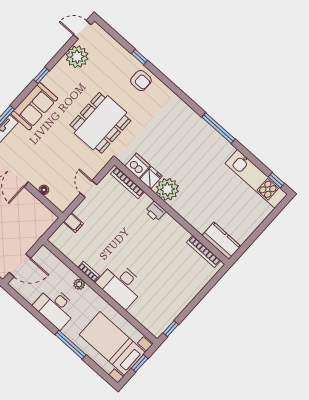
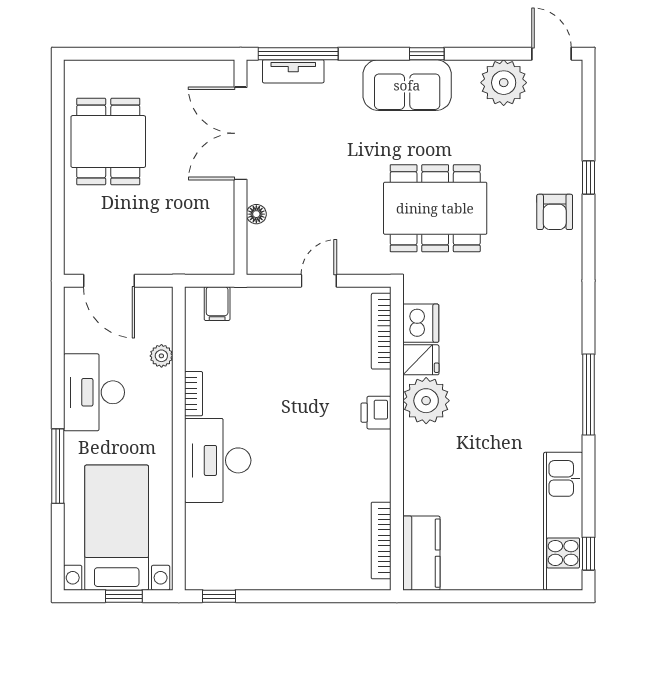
sofa: (34, 106) -> (407, 85), moved
filing cabinet: (73, 223) -> (217, 304), moved
plant: (79, 284) -> (161, 356), moved

